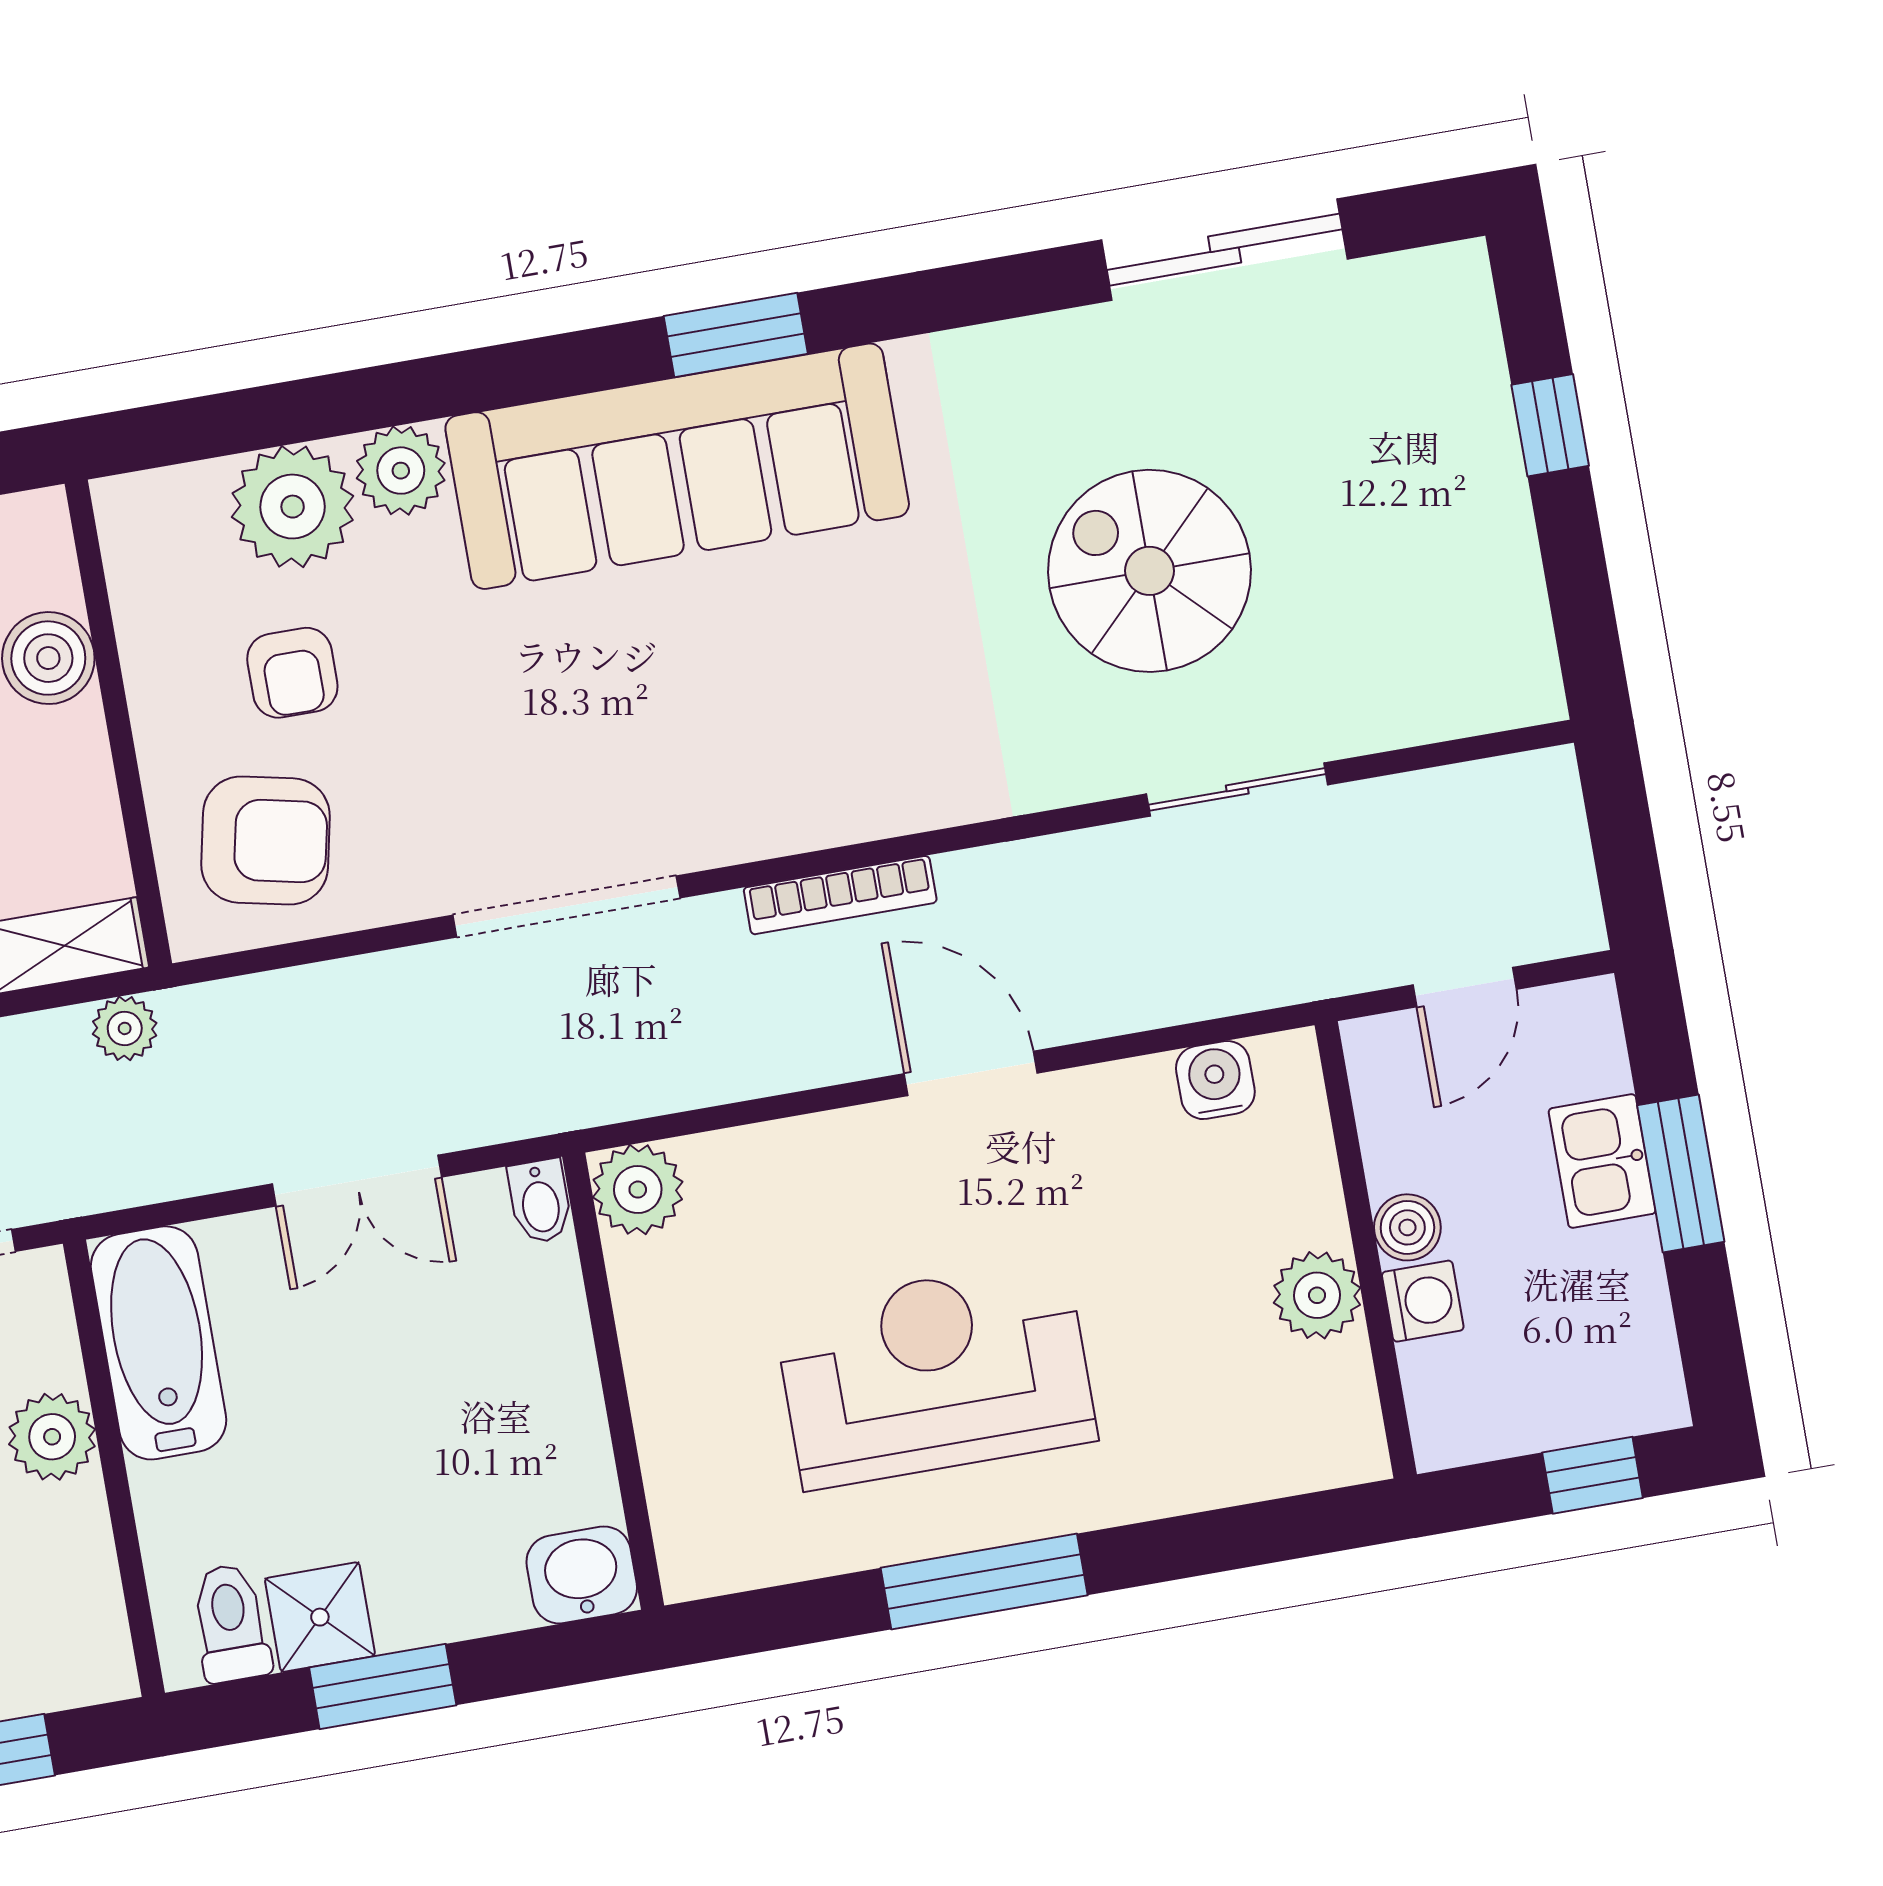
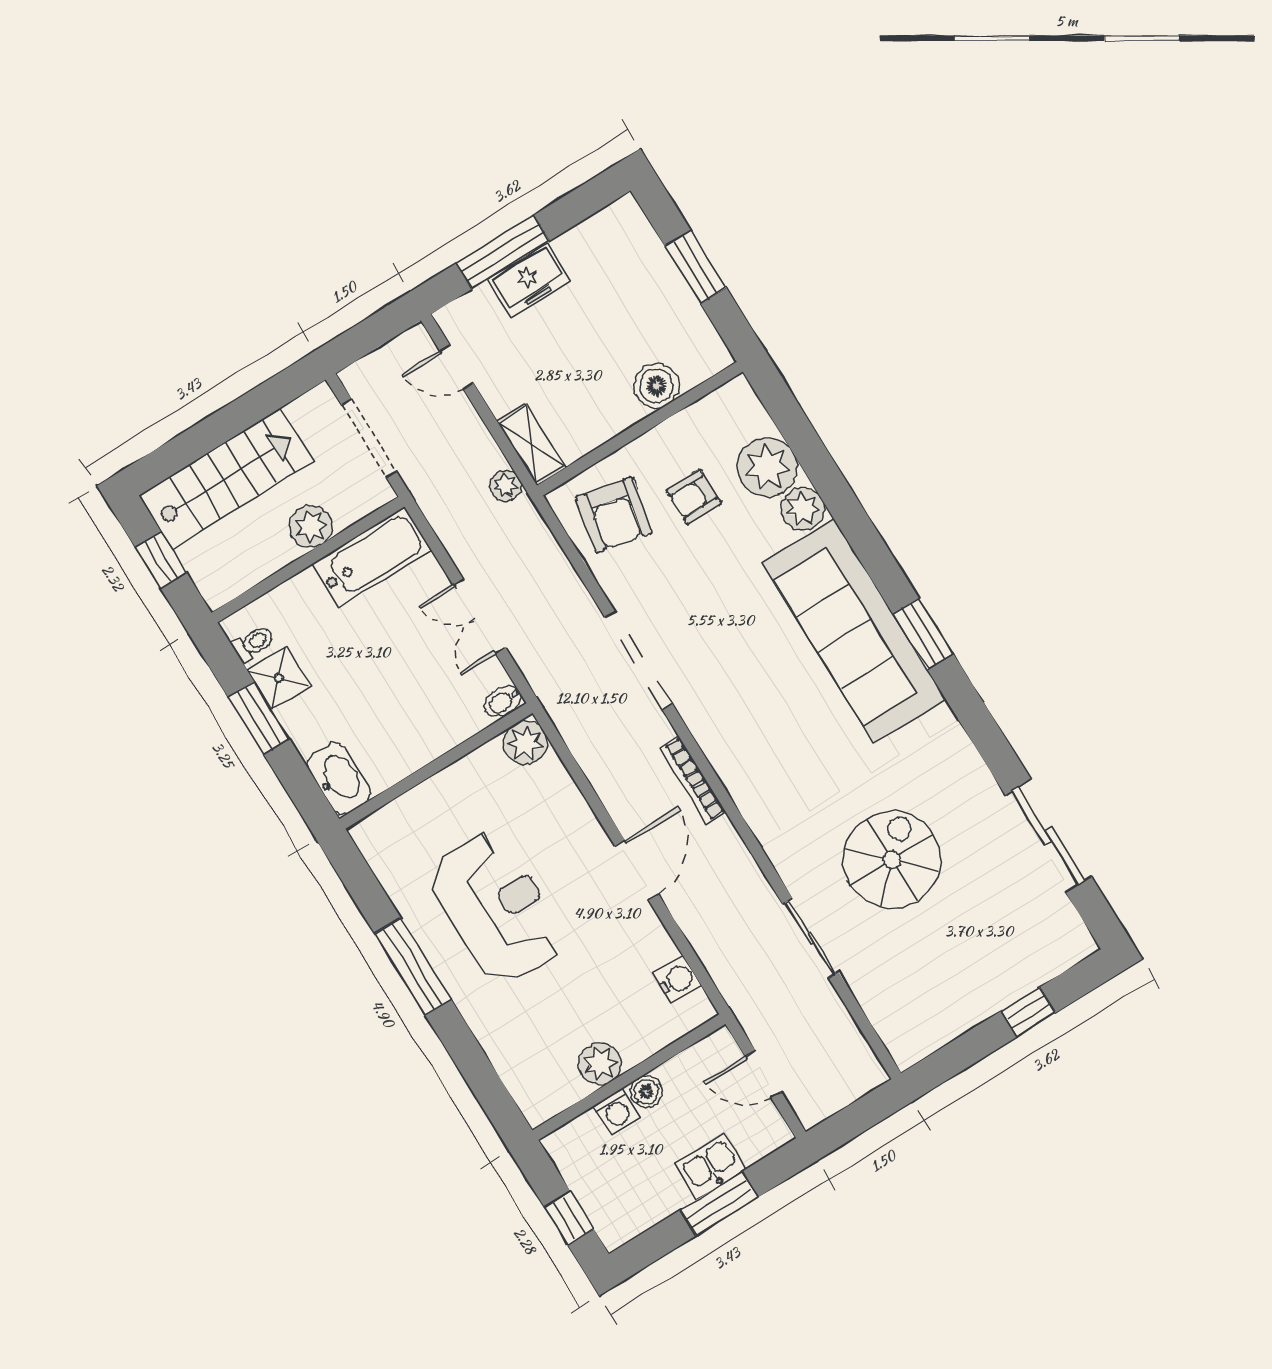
washbasin: (582, 1575) -> (339, 779), width x1.38
toilet: (231, 1623) -> (253, 643), width x0.73, depth x0.72

